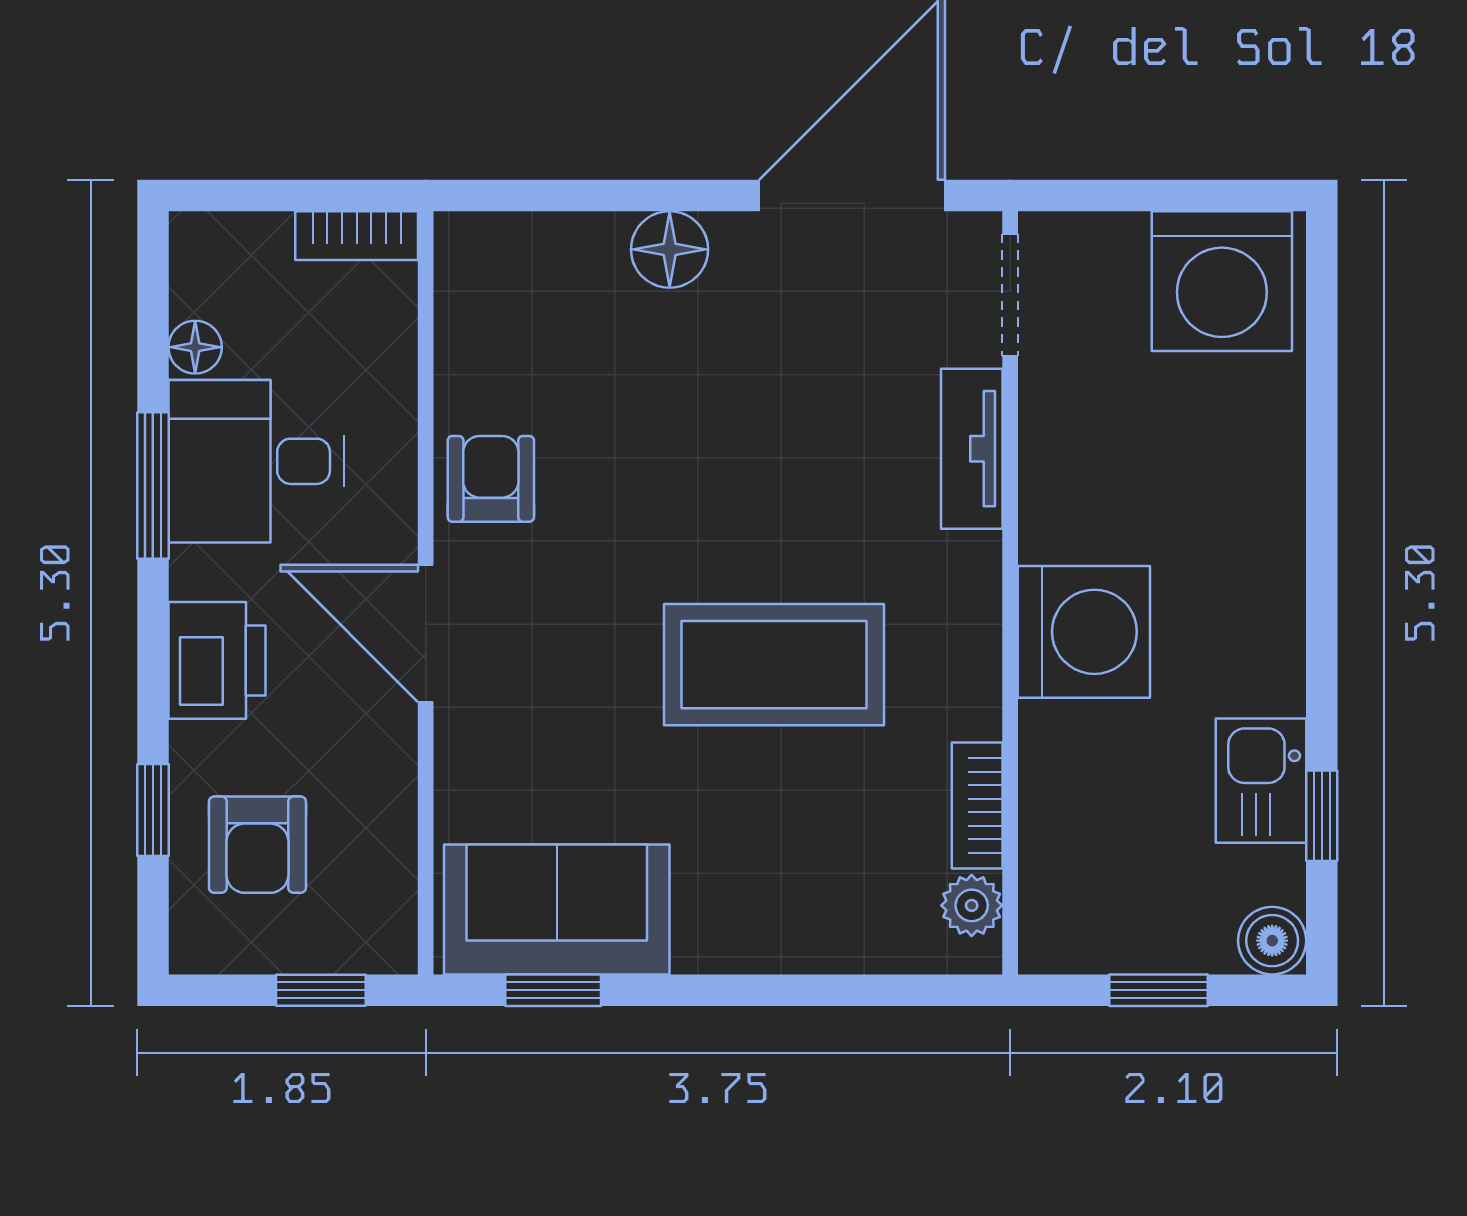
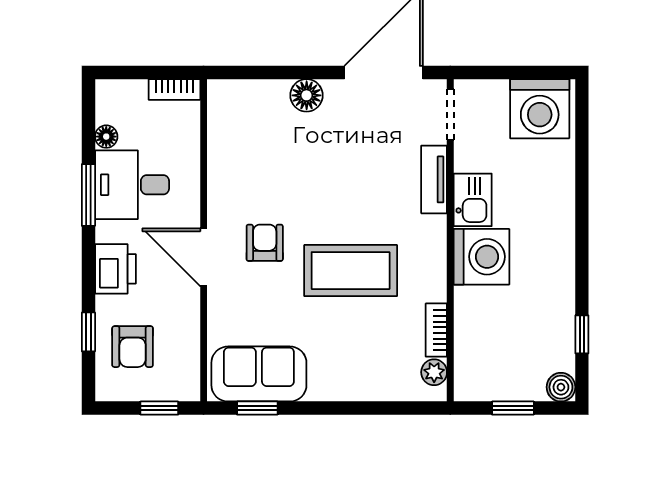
armchair: (491, 479) -> (265, 243), moved
kitchen sink: (1261, 781) -> (473, 200), moved, turned 180

